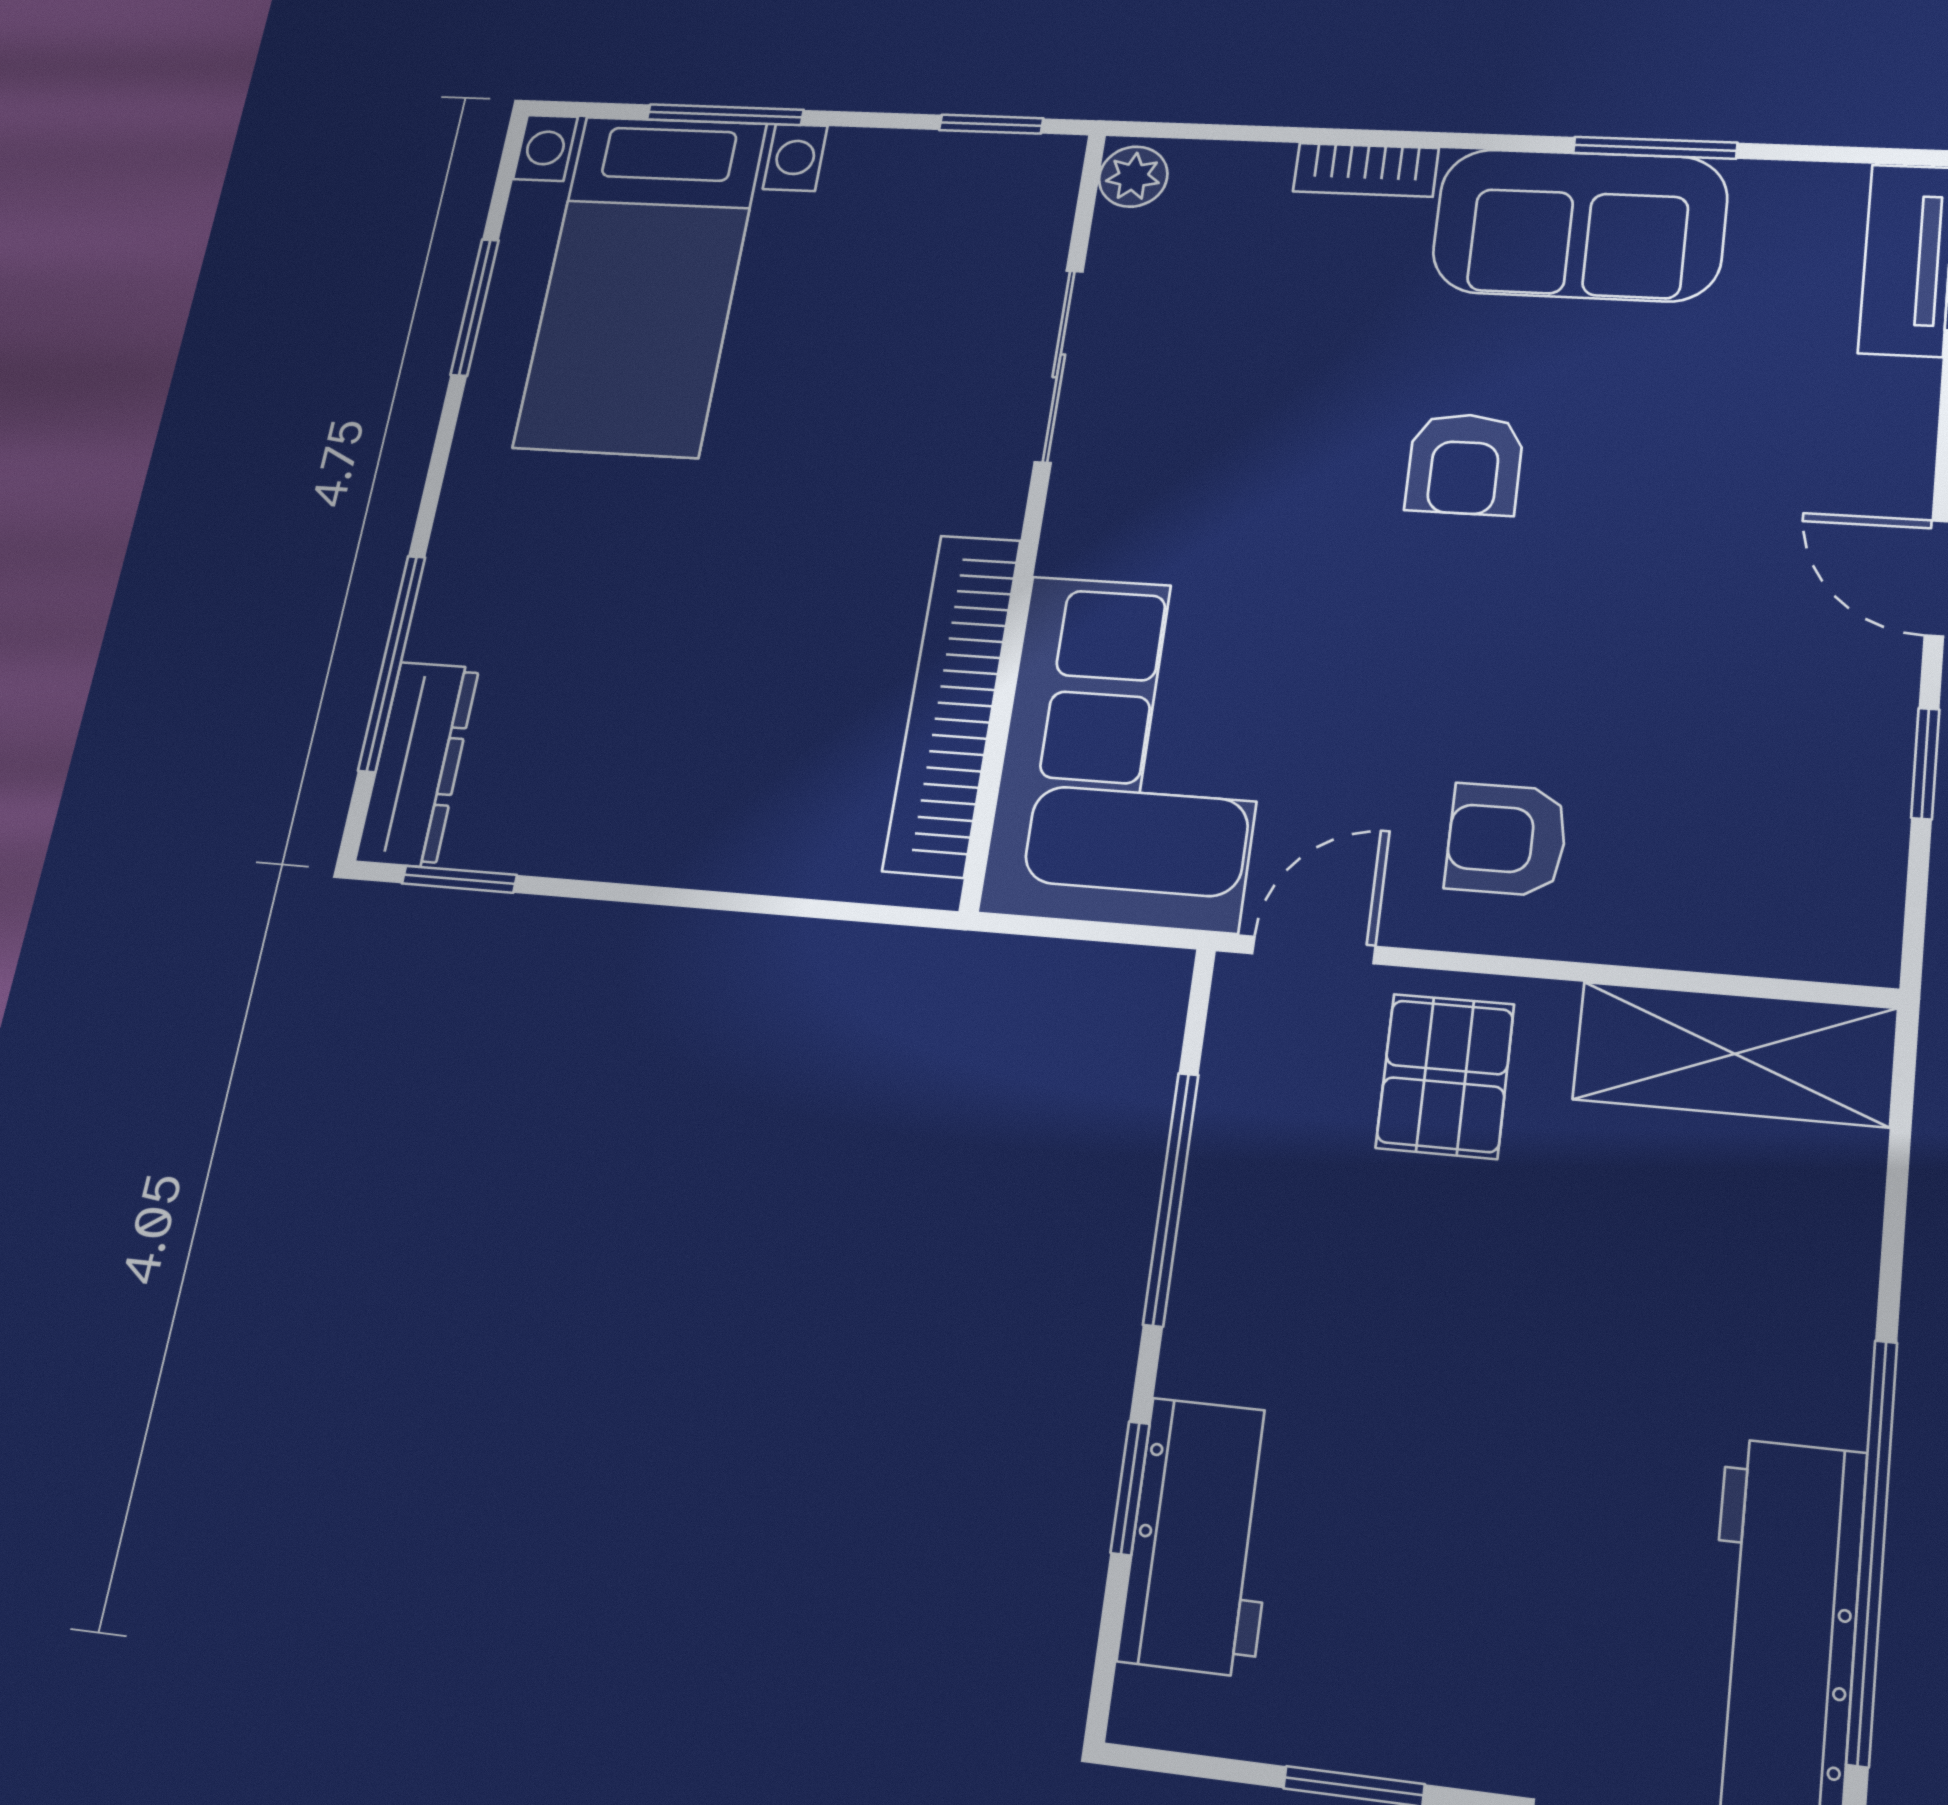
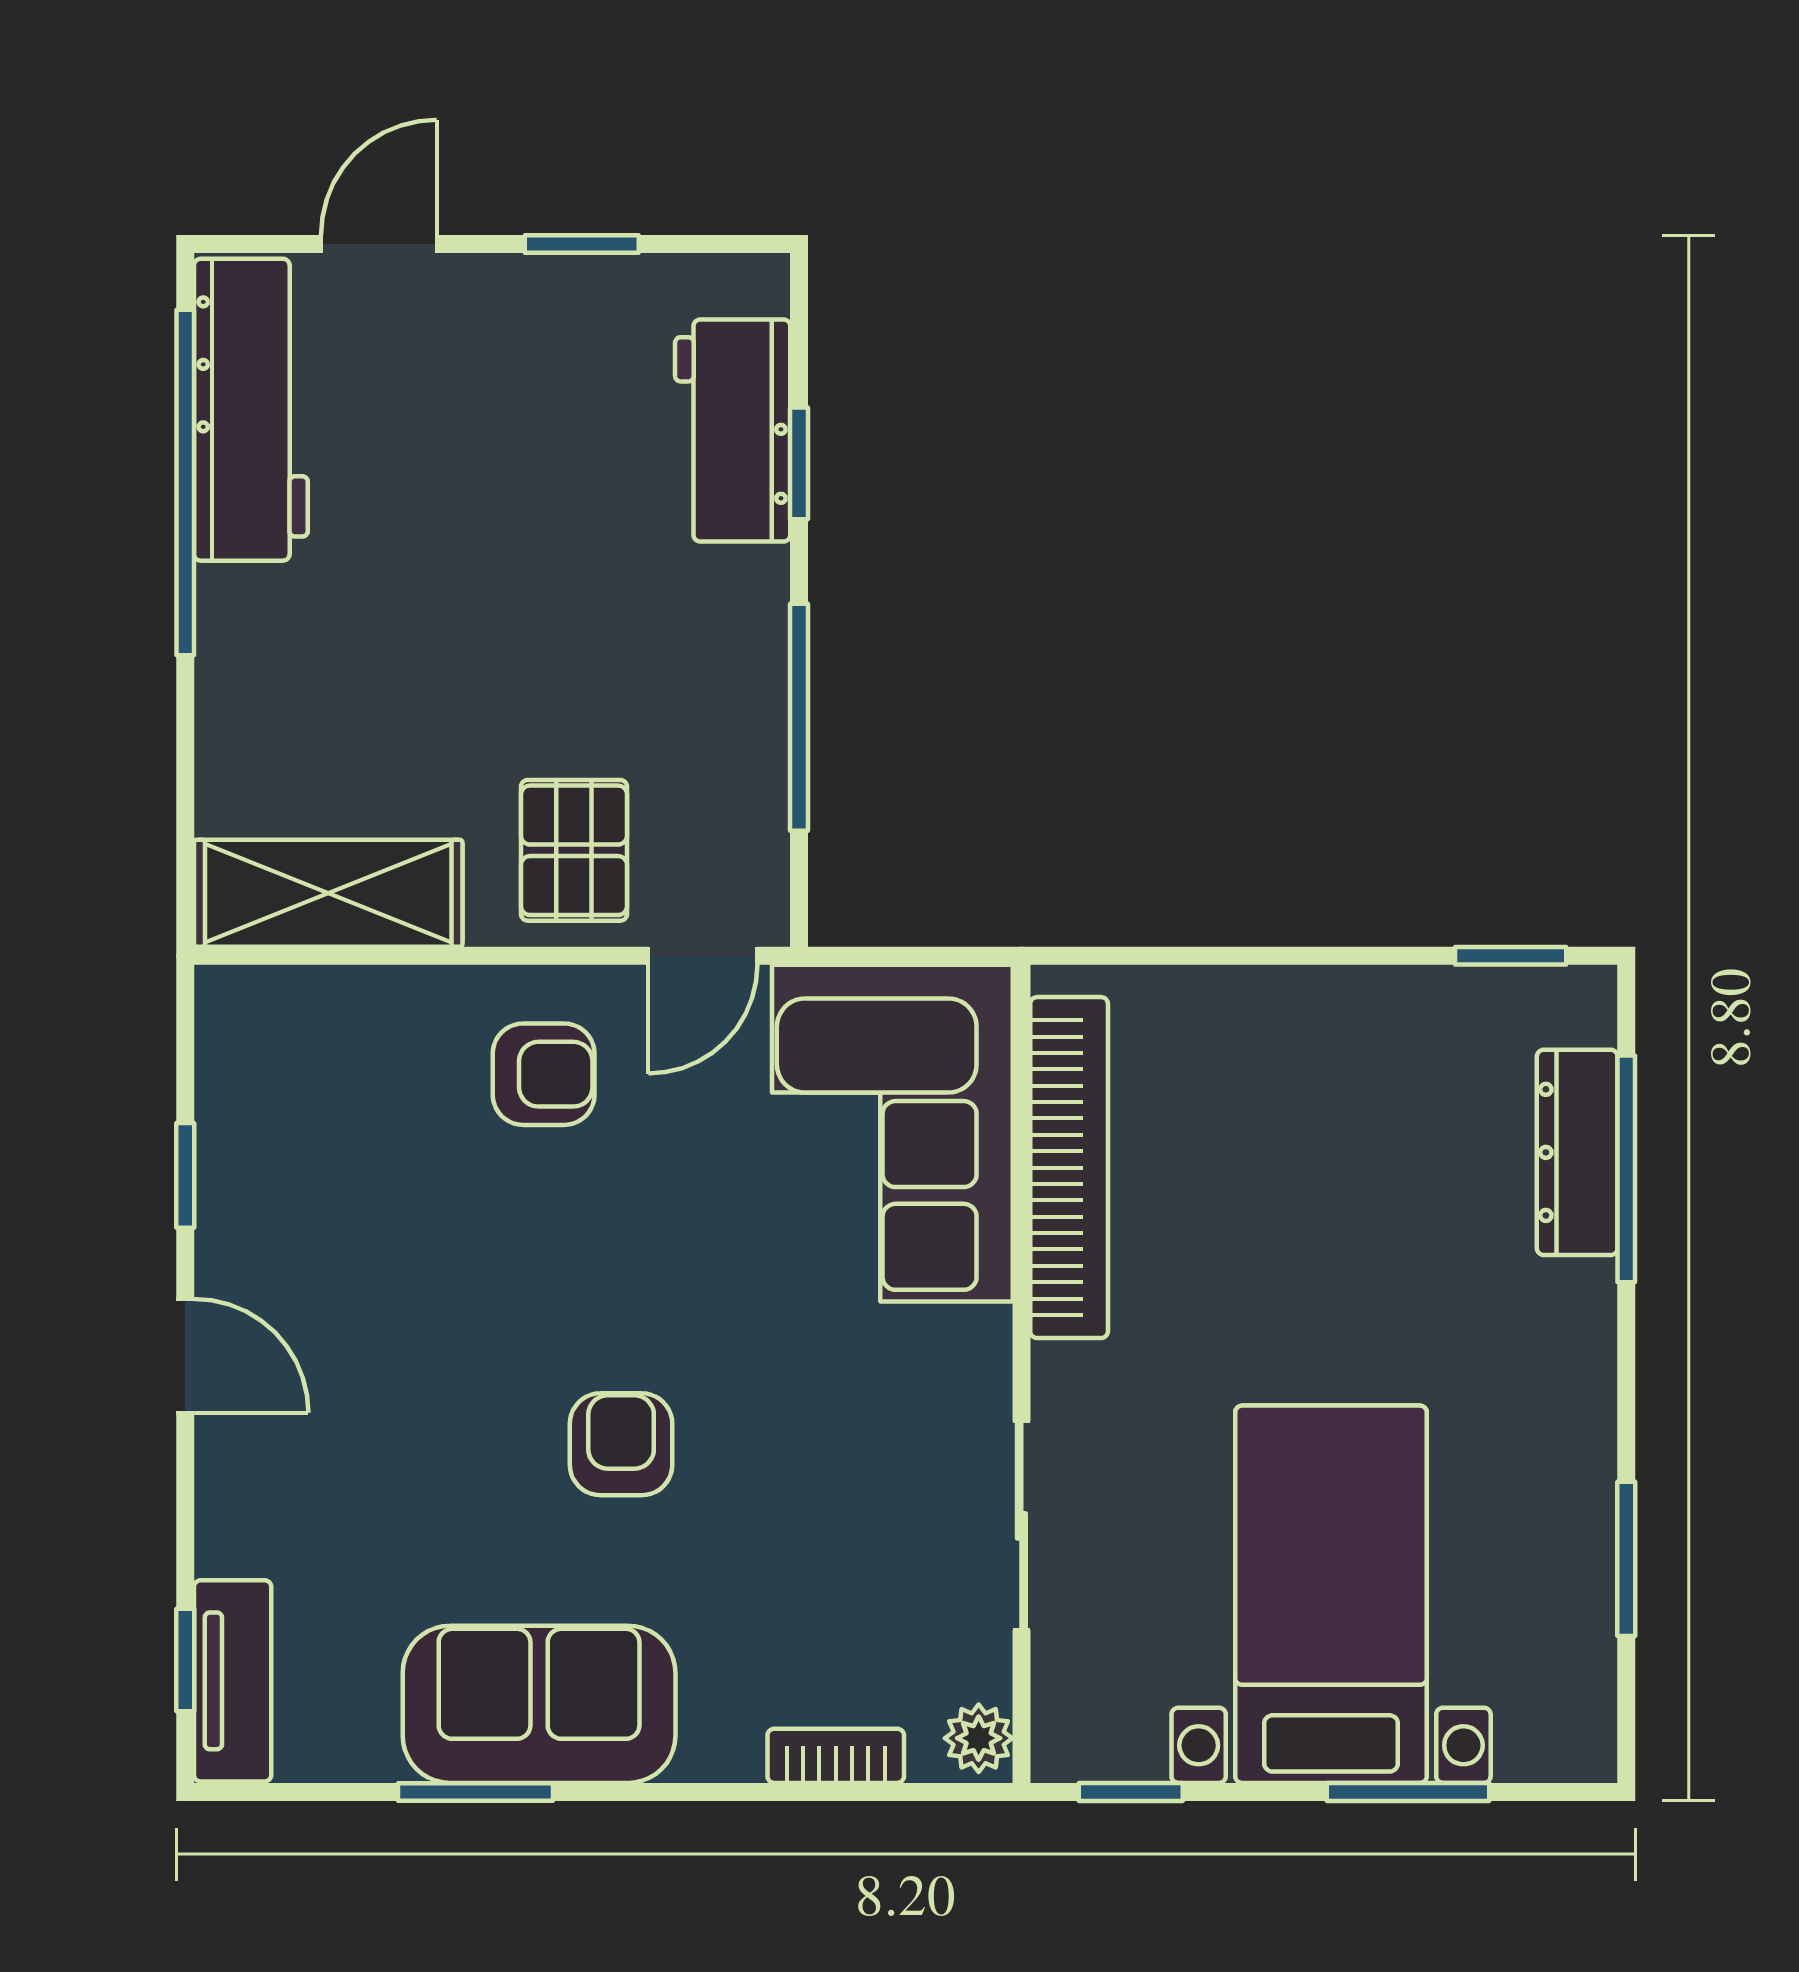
bookcase: (1366, 170) -> (836, 1756), moved
bed with nightstands: (641, 284) -> (1331, 1594), moved
dresser: (418, 764) -> (1577, 1152), moved

